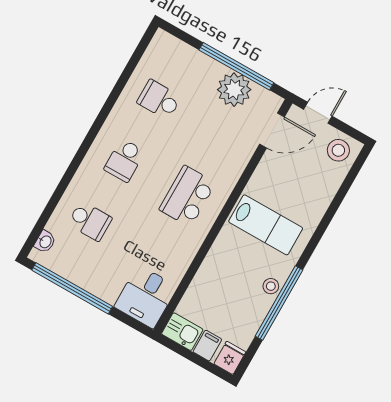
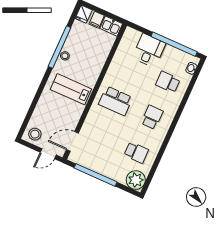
plant: (234, 90) -> (136, 180), moved
school desk: (187, 196) -> (116, 101), turned 90
desk: (146, 297) -> (149, 50), moved

